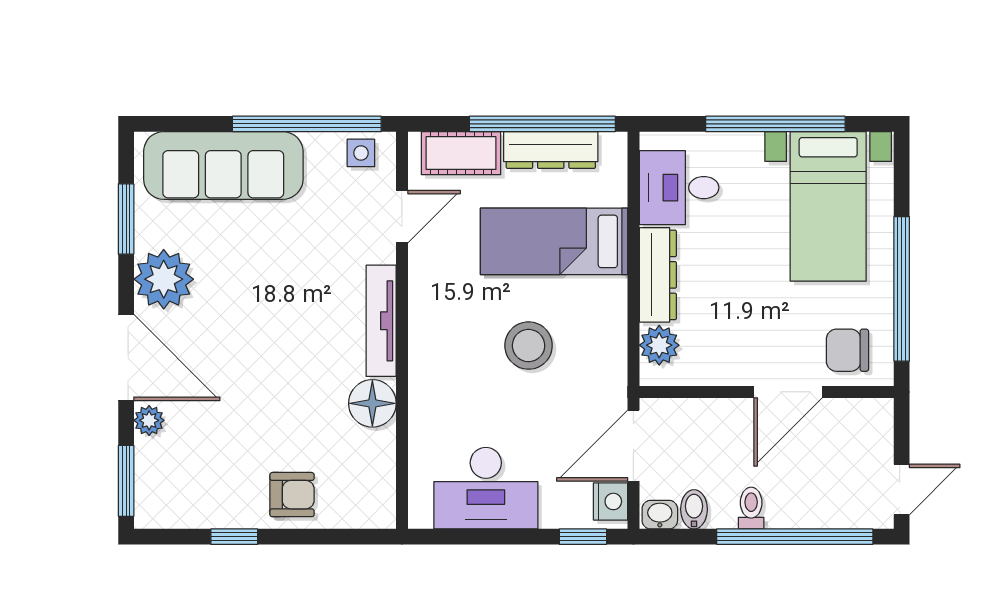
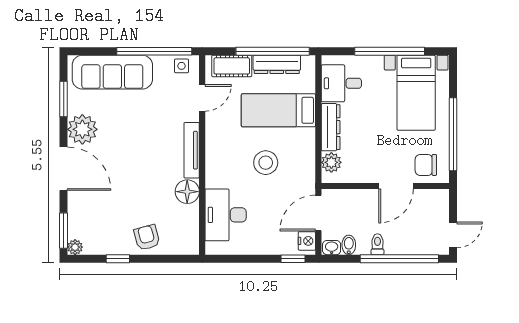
plant: (149, 420) -> (75, 247), moved
desk: (486, 488) -> (226, 215), moved, turned 90
armchair: (292, 495) -> (147, 238), turned -105

